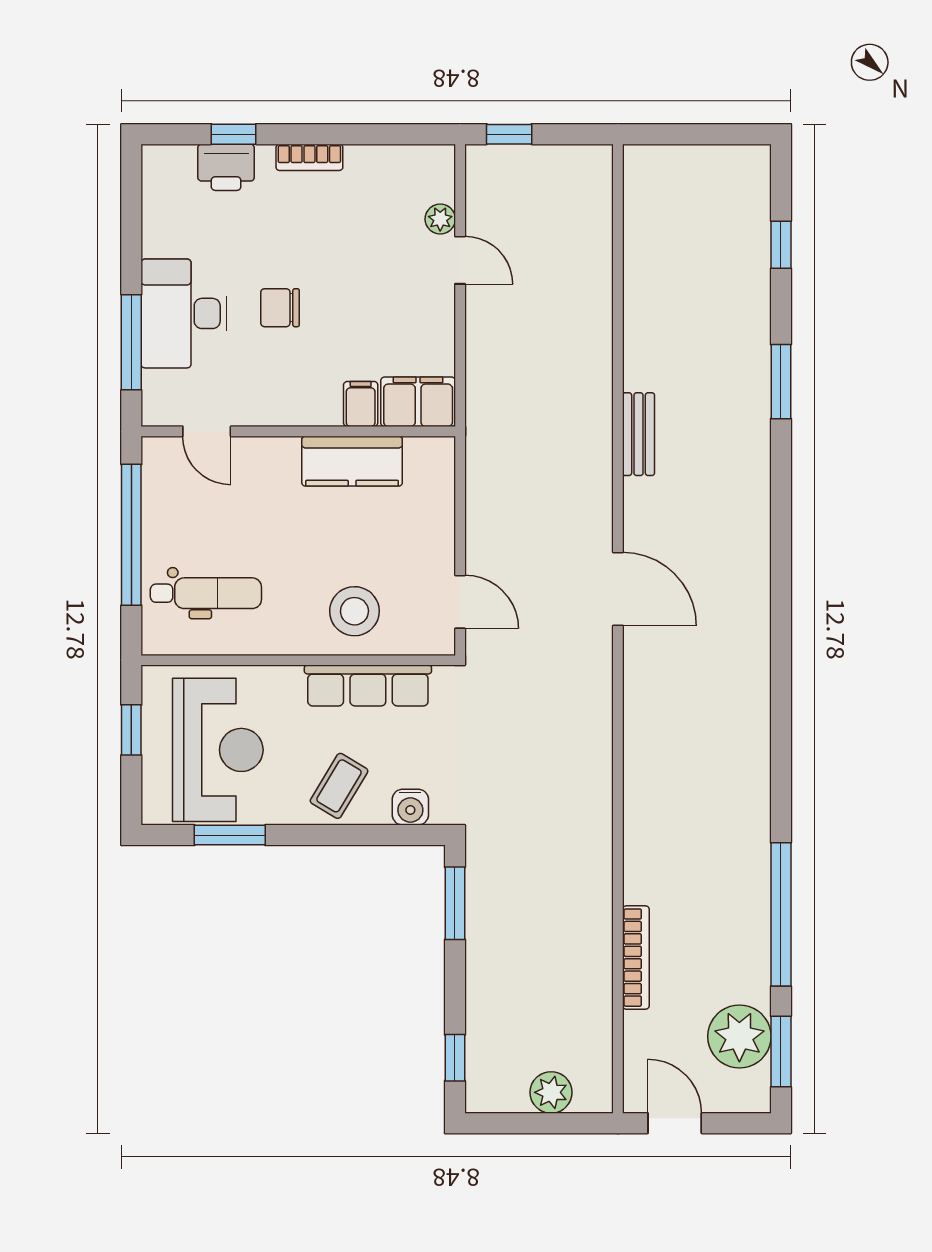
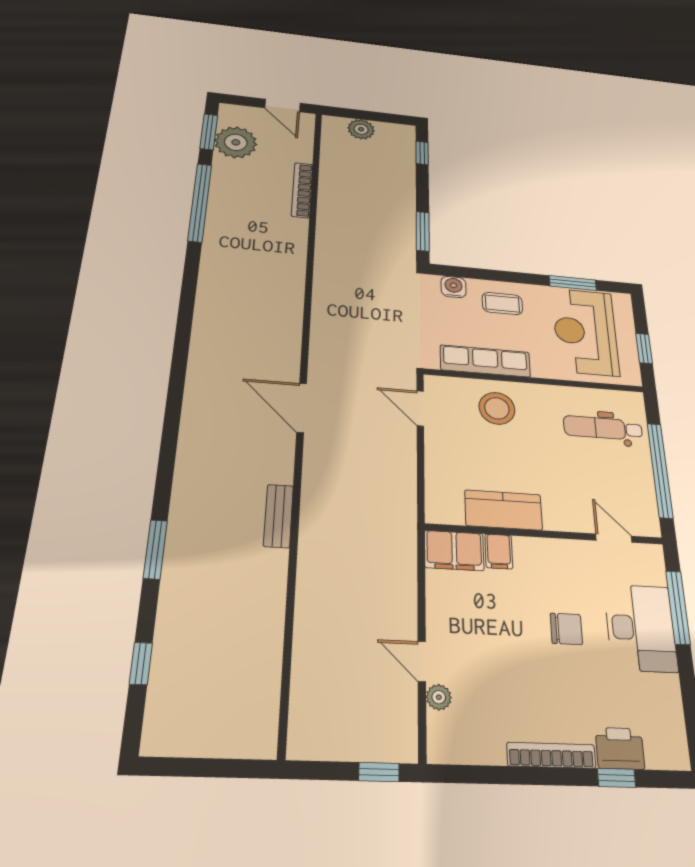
bookcase: (309, 157) -> (551, 755), width x1.56
coffee table: (339, 786) -> (502, 304), turned 59

